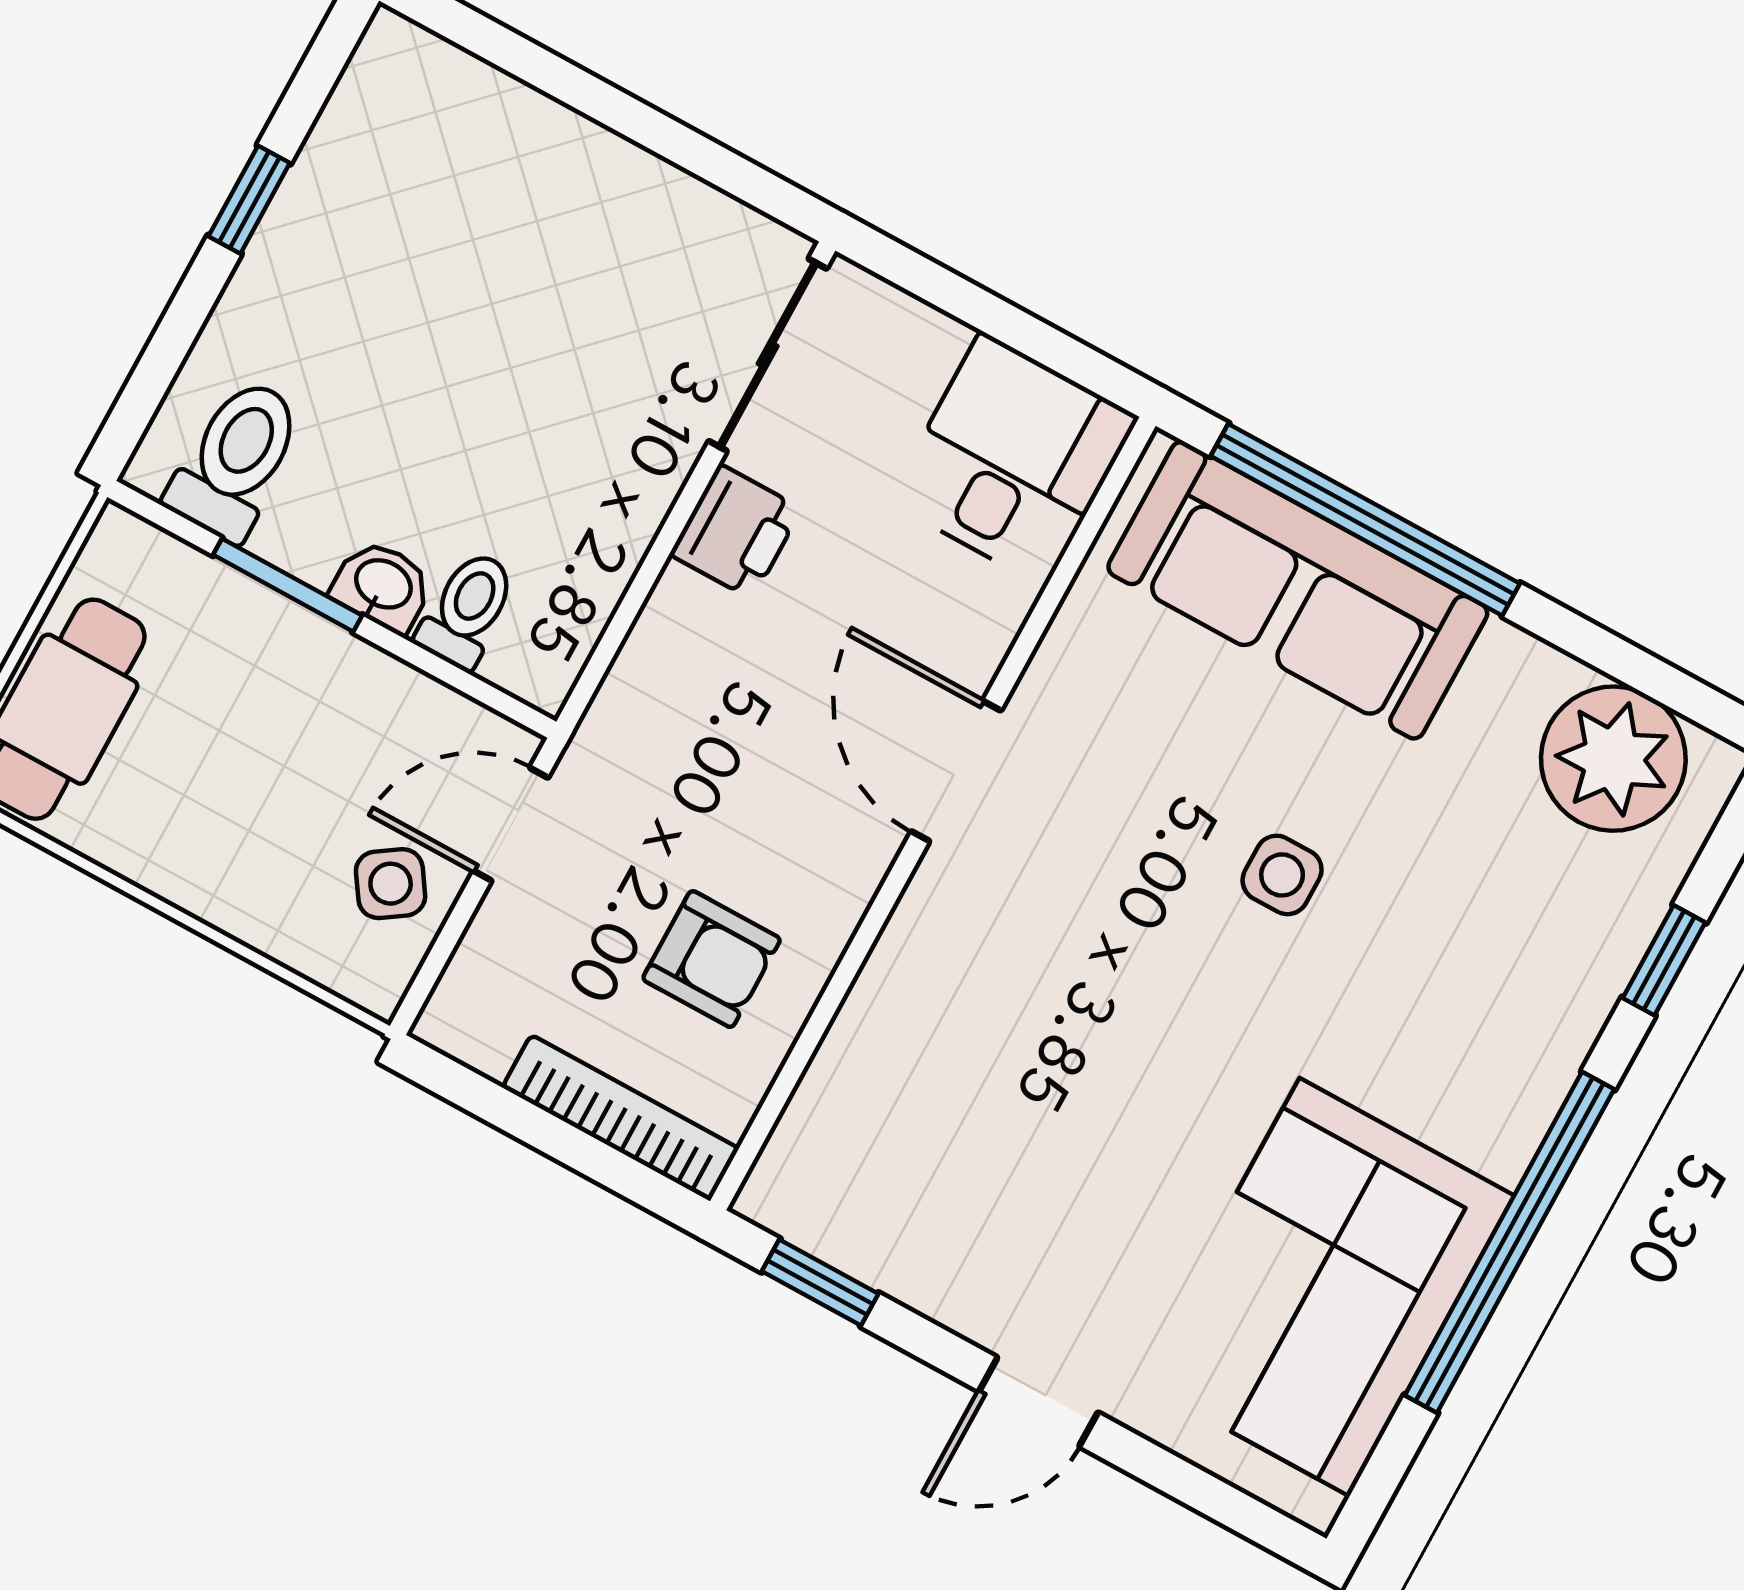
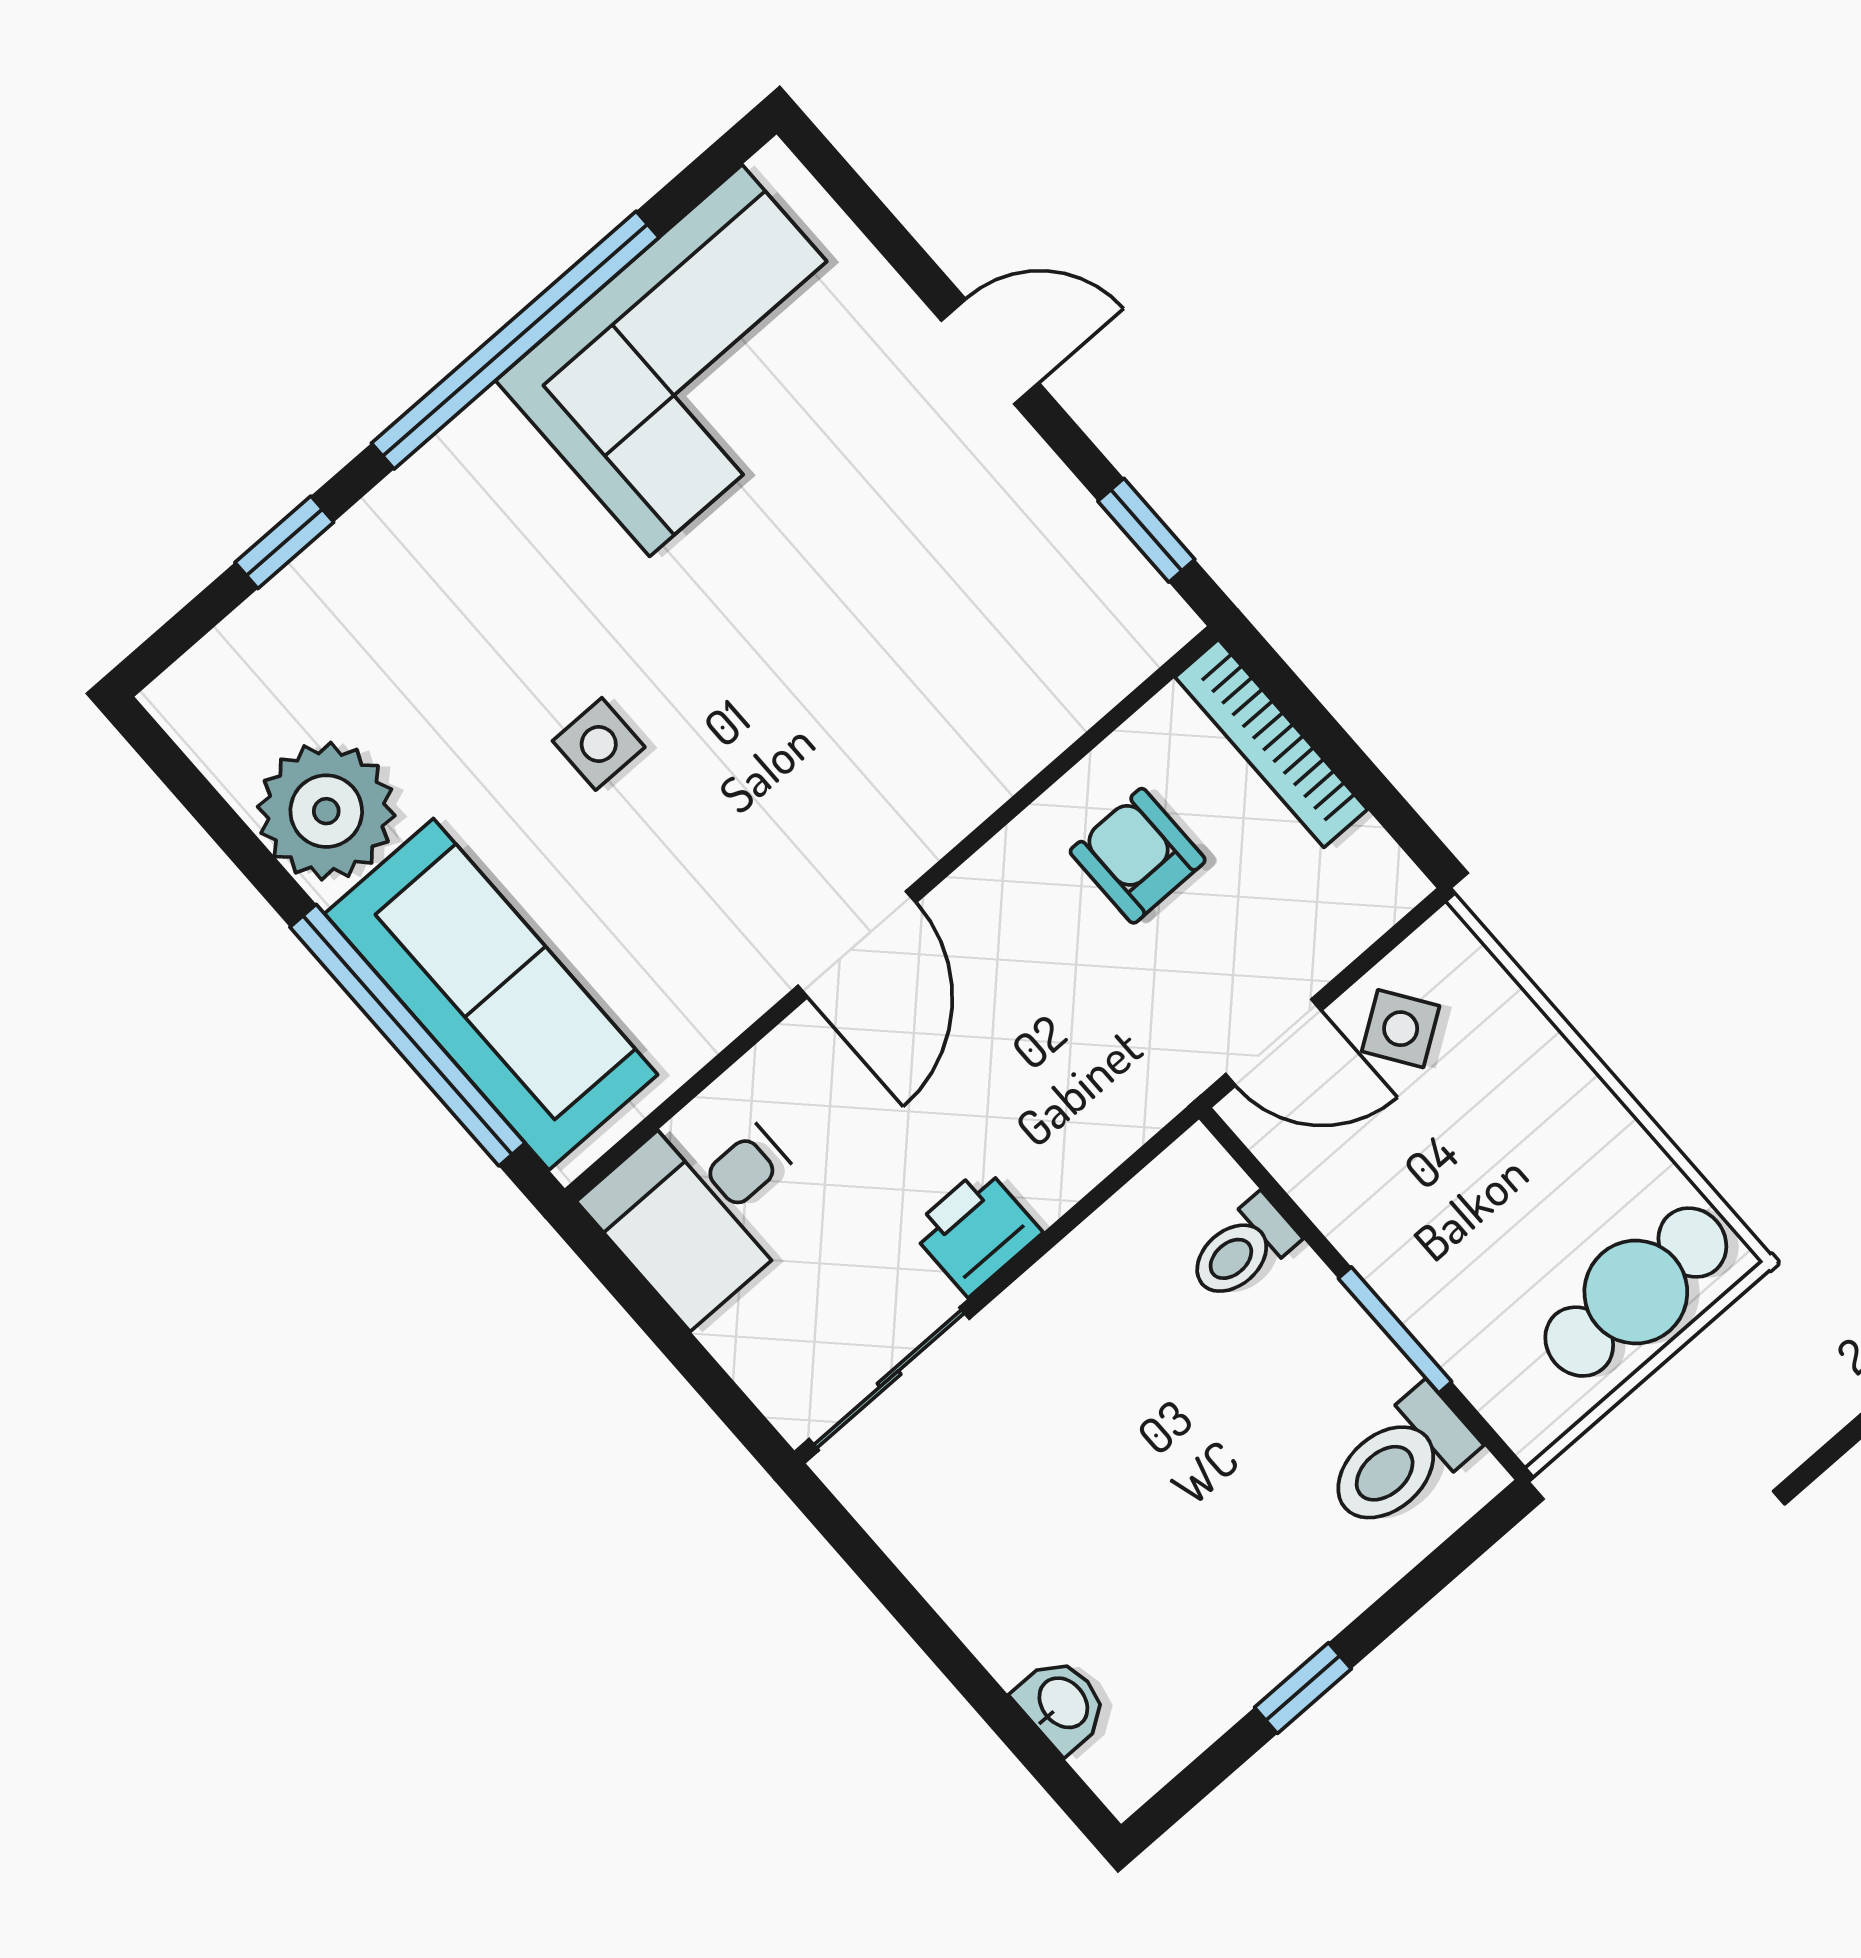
washbasin: (382, 586) -> (1062, 1704), moved, turned 180
plant: (1613, 759) -> (326, 811), moved

